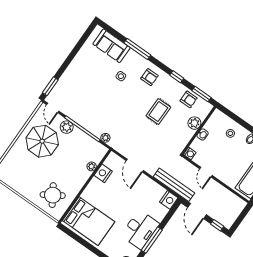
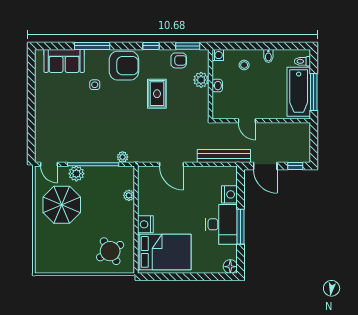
armchair: (149, 77) -> (124, 66), width x1.88, depth x1.88
window: (50, 86) -> (31, 144), removed
washing machine: (190, 153) -> (218, 55), moved
nightstand: (103, 173) -> (145, 224), moved
nightstand: (169, 200) -> (229, 194), moved

